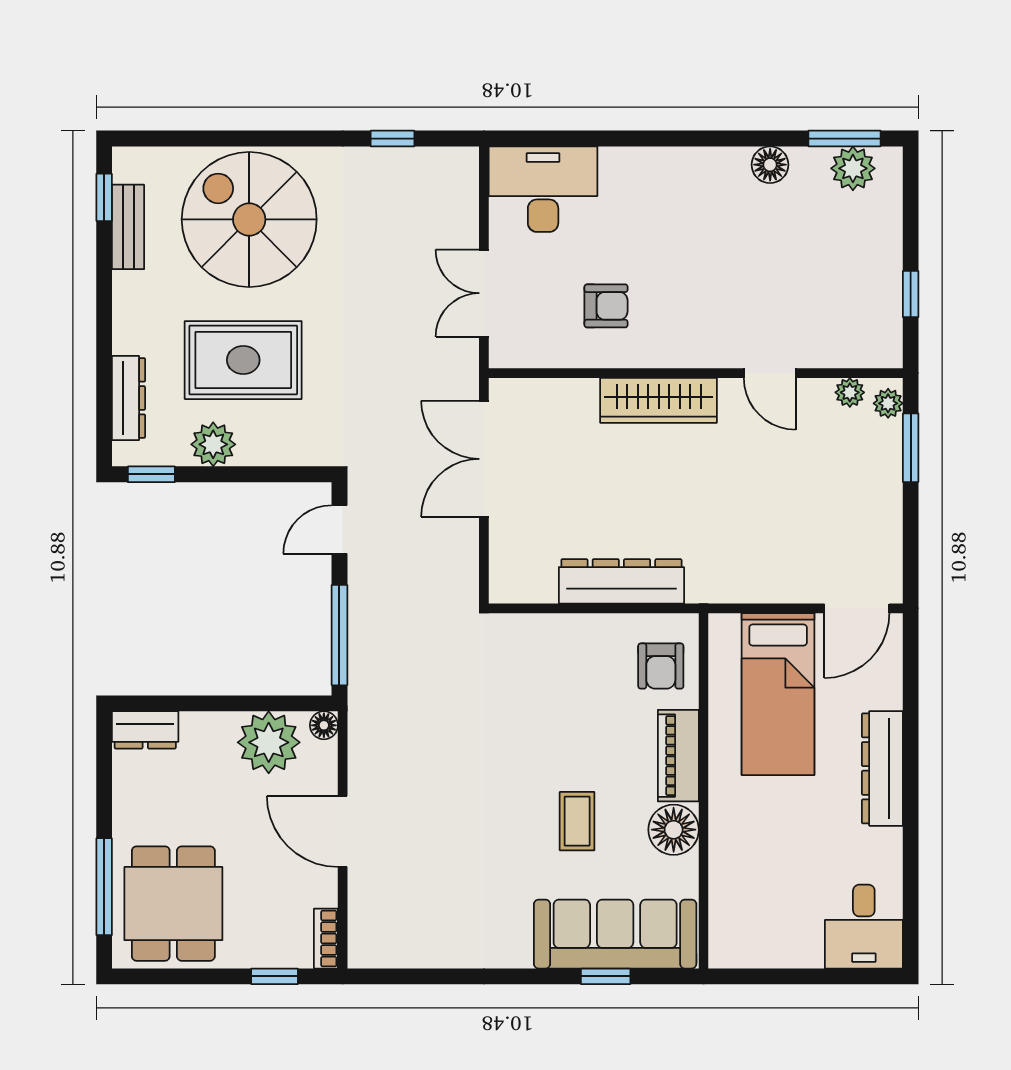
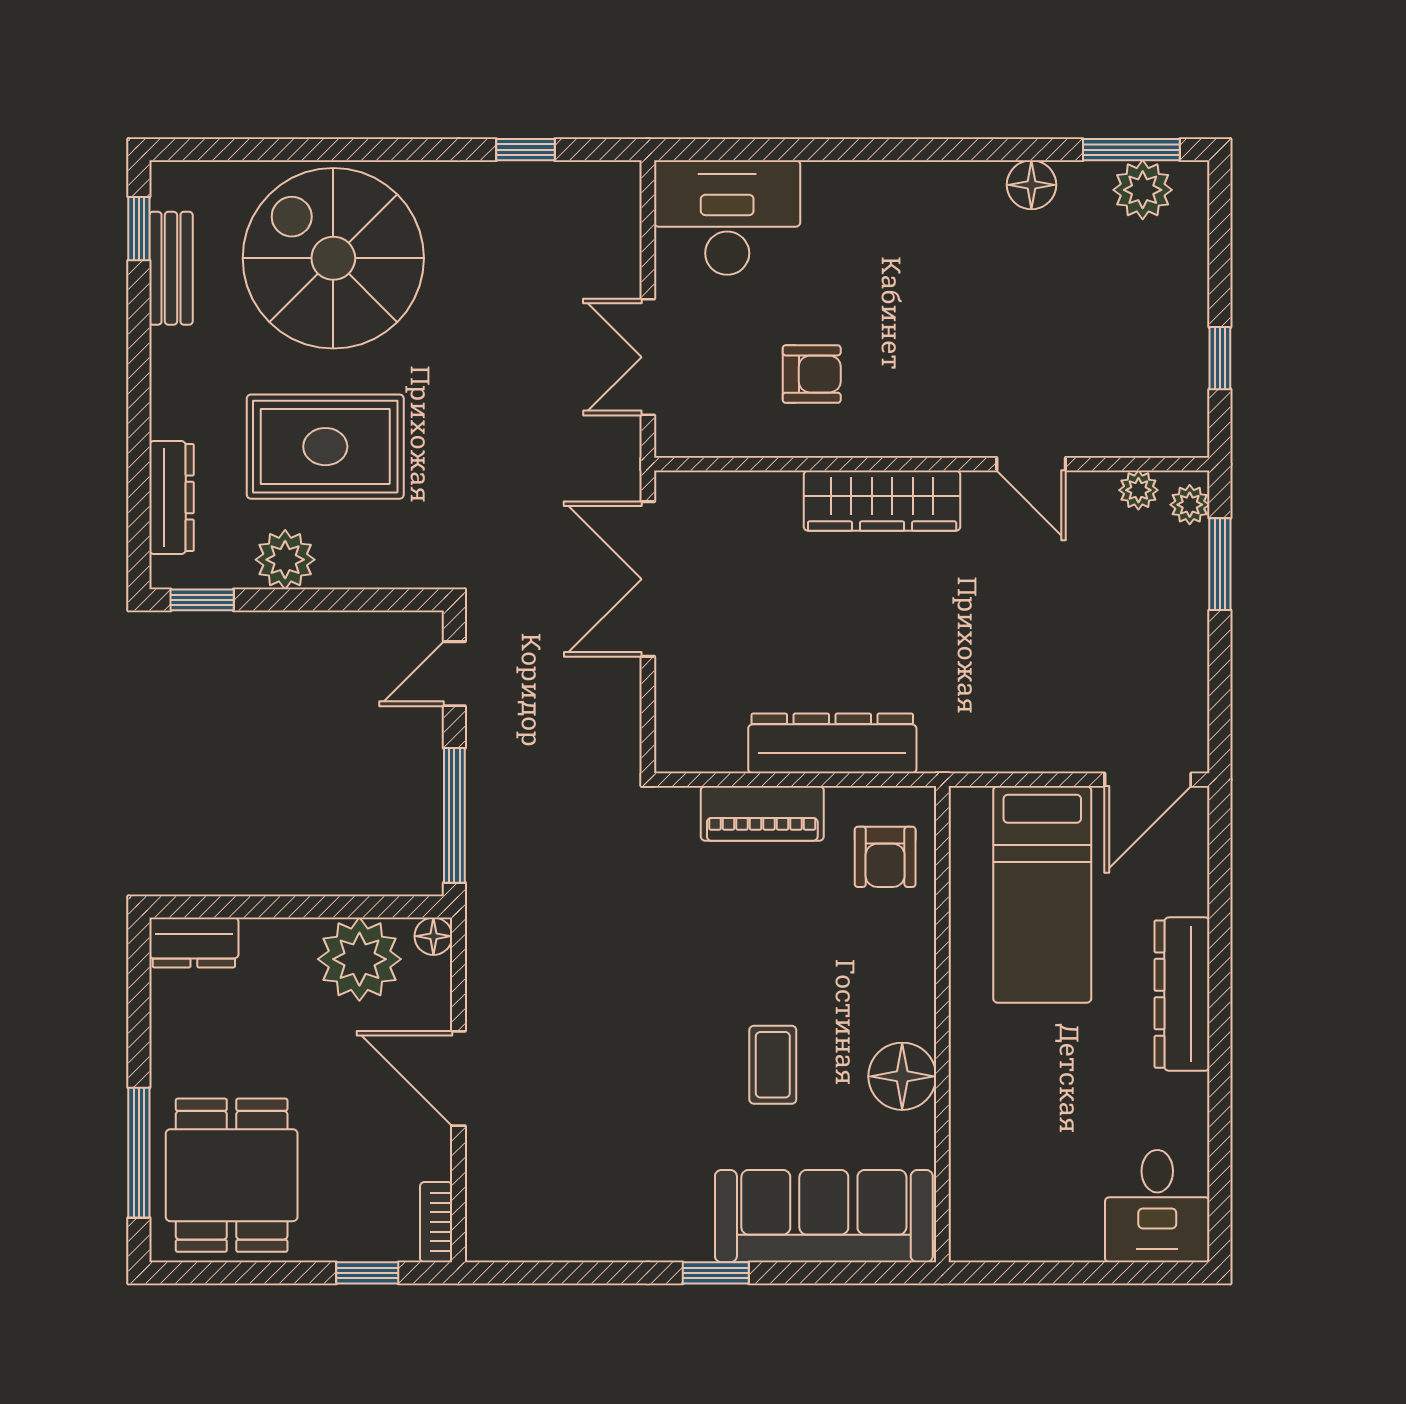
piano: (678, 756) -> (762, 813), moved, turned -90
window: (606, 976) -> (716, 1273), moved

